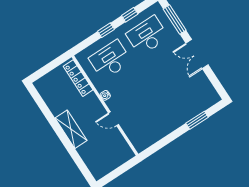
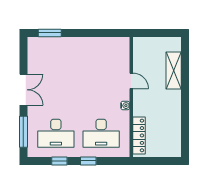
window: (197, 120) -> (50, 33), moved
shelving: (71, 129) -> (174, 71), moved

